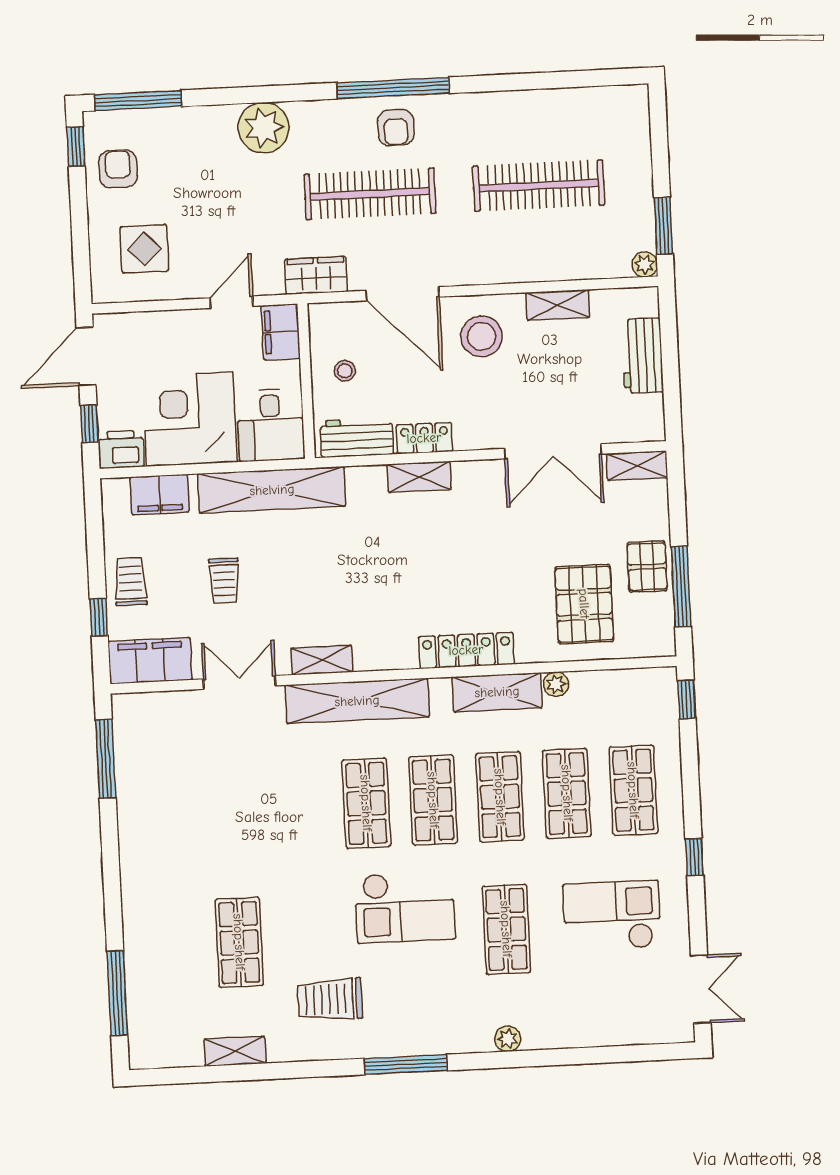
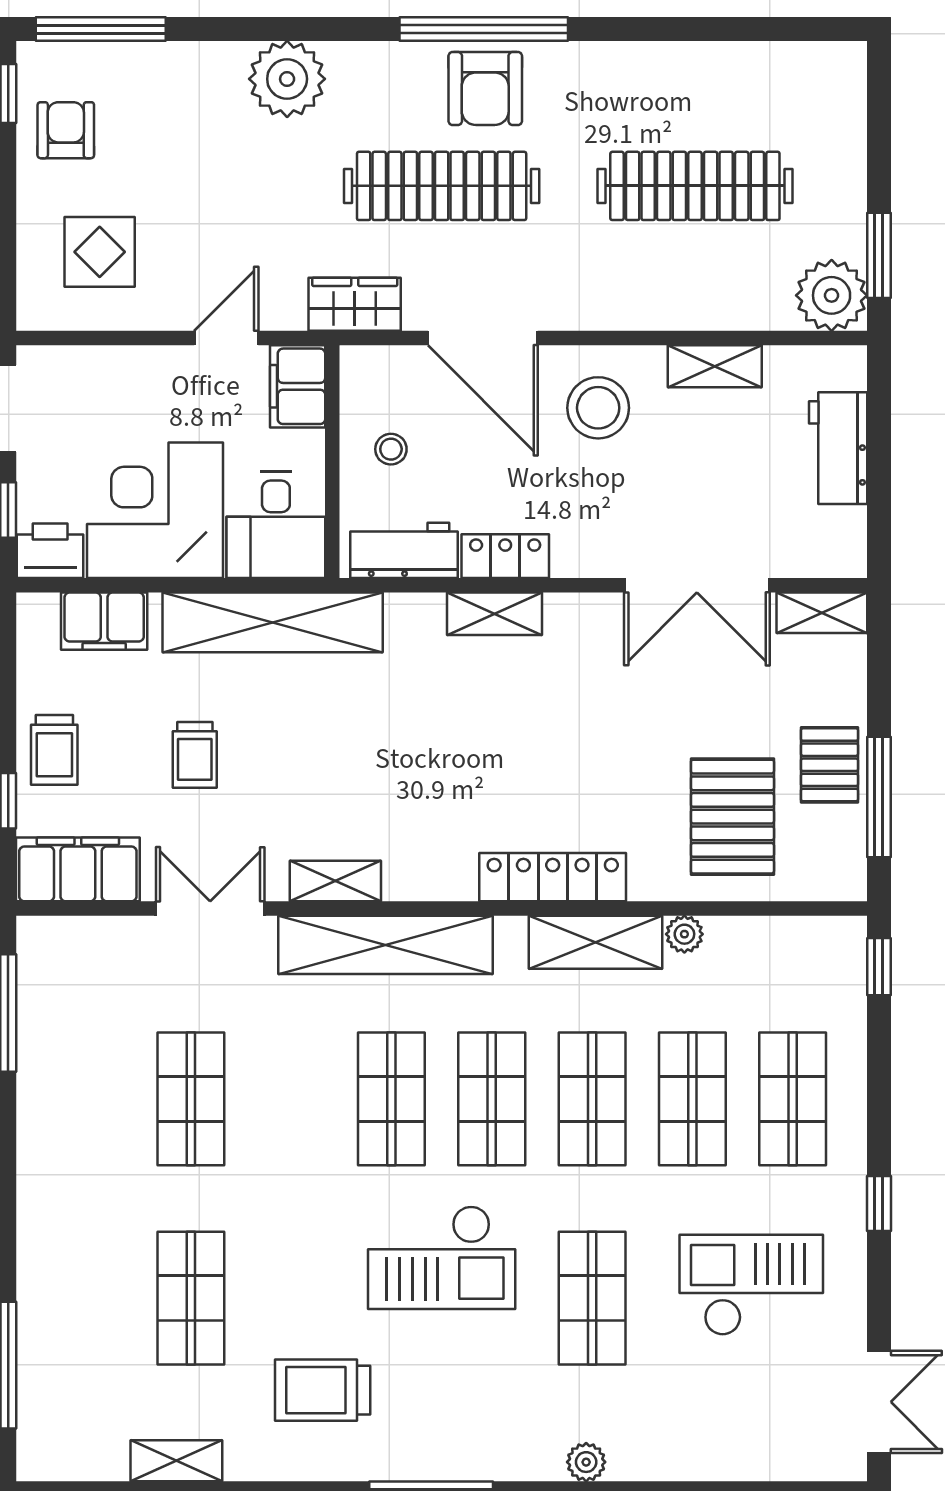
armchair: (396, 128) -> (485, 89), width x1.38, depth x1.38
plant: (645, 265) -> (832, 295), width x1.87, depth x1.87
trolley: (131, 582) -> (54, 750), turned 180
shop shelf: (233, 810) -> (191, 1099), added

